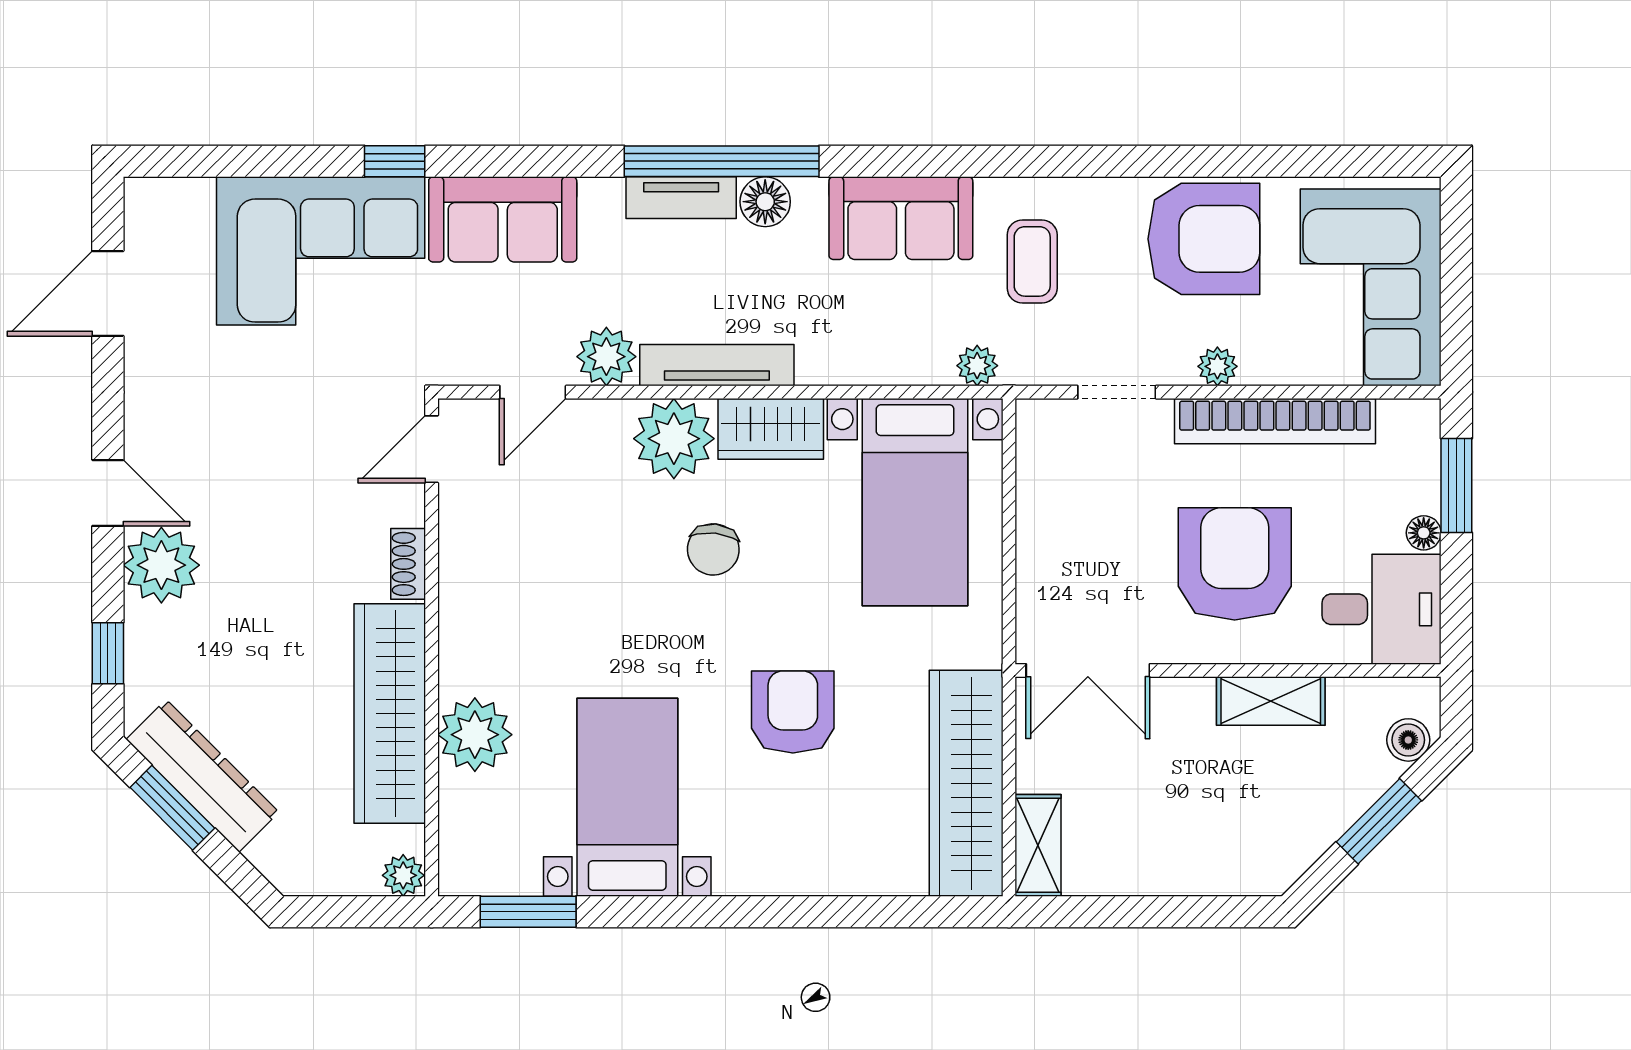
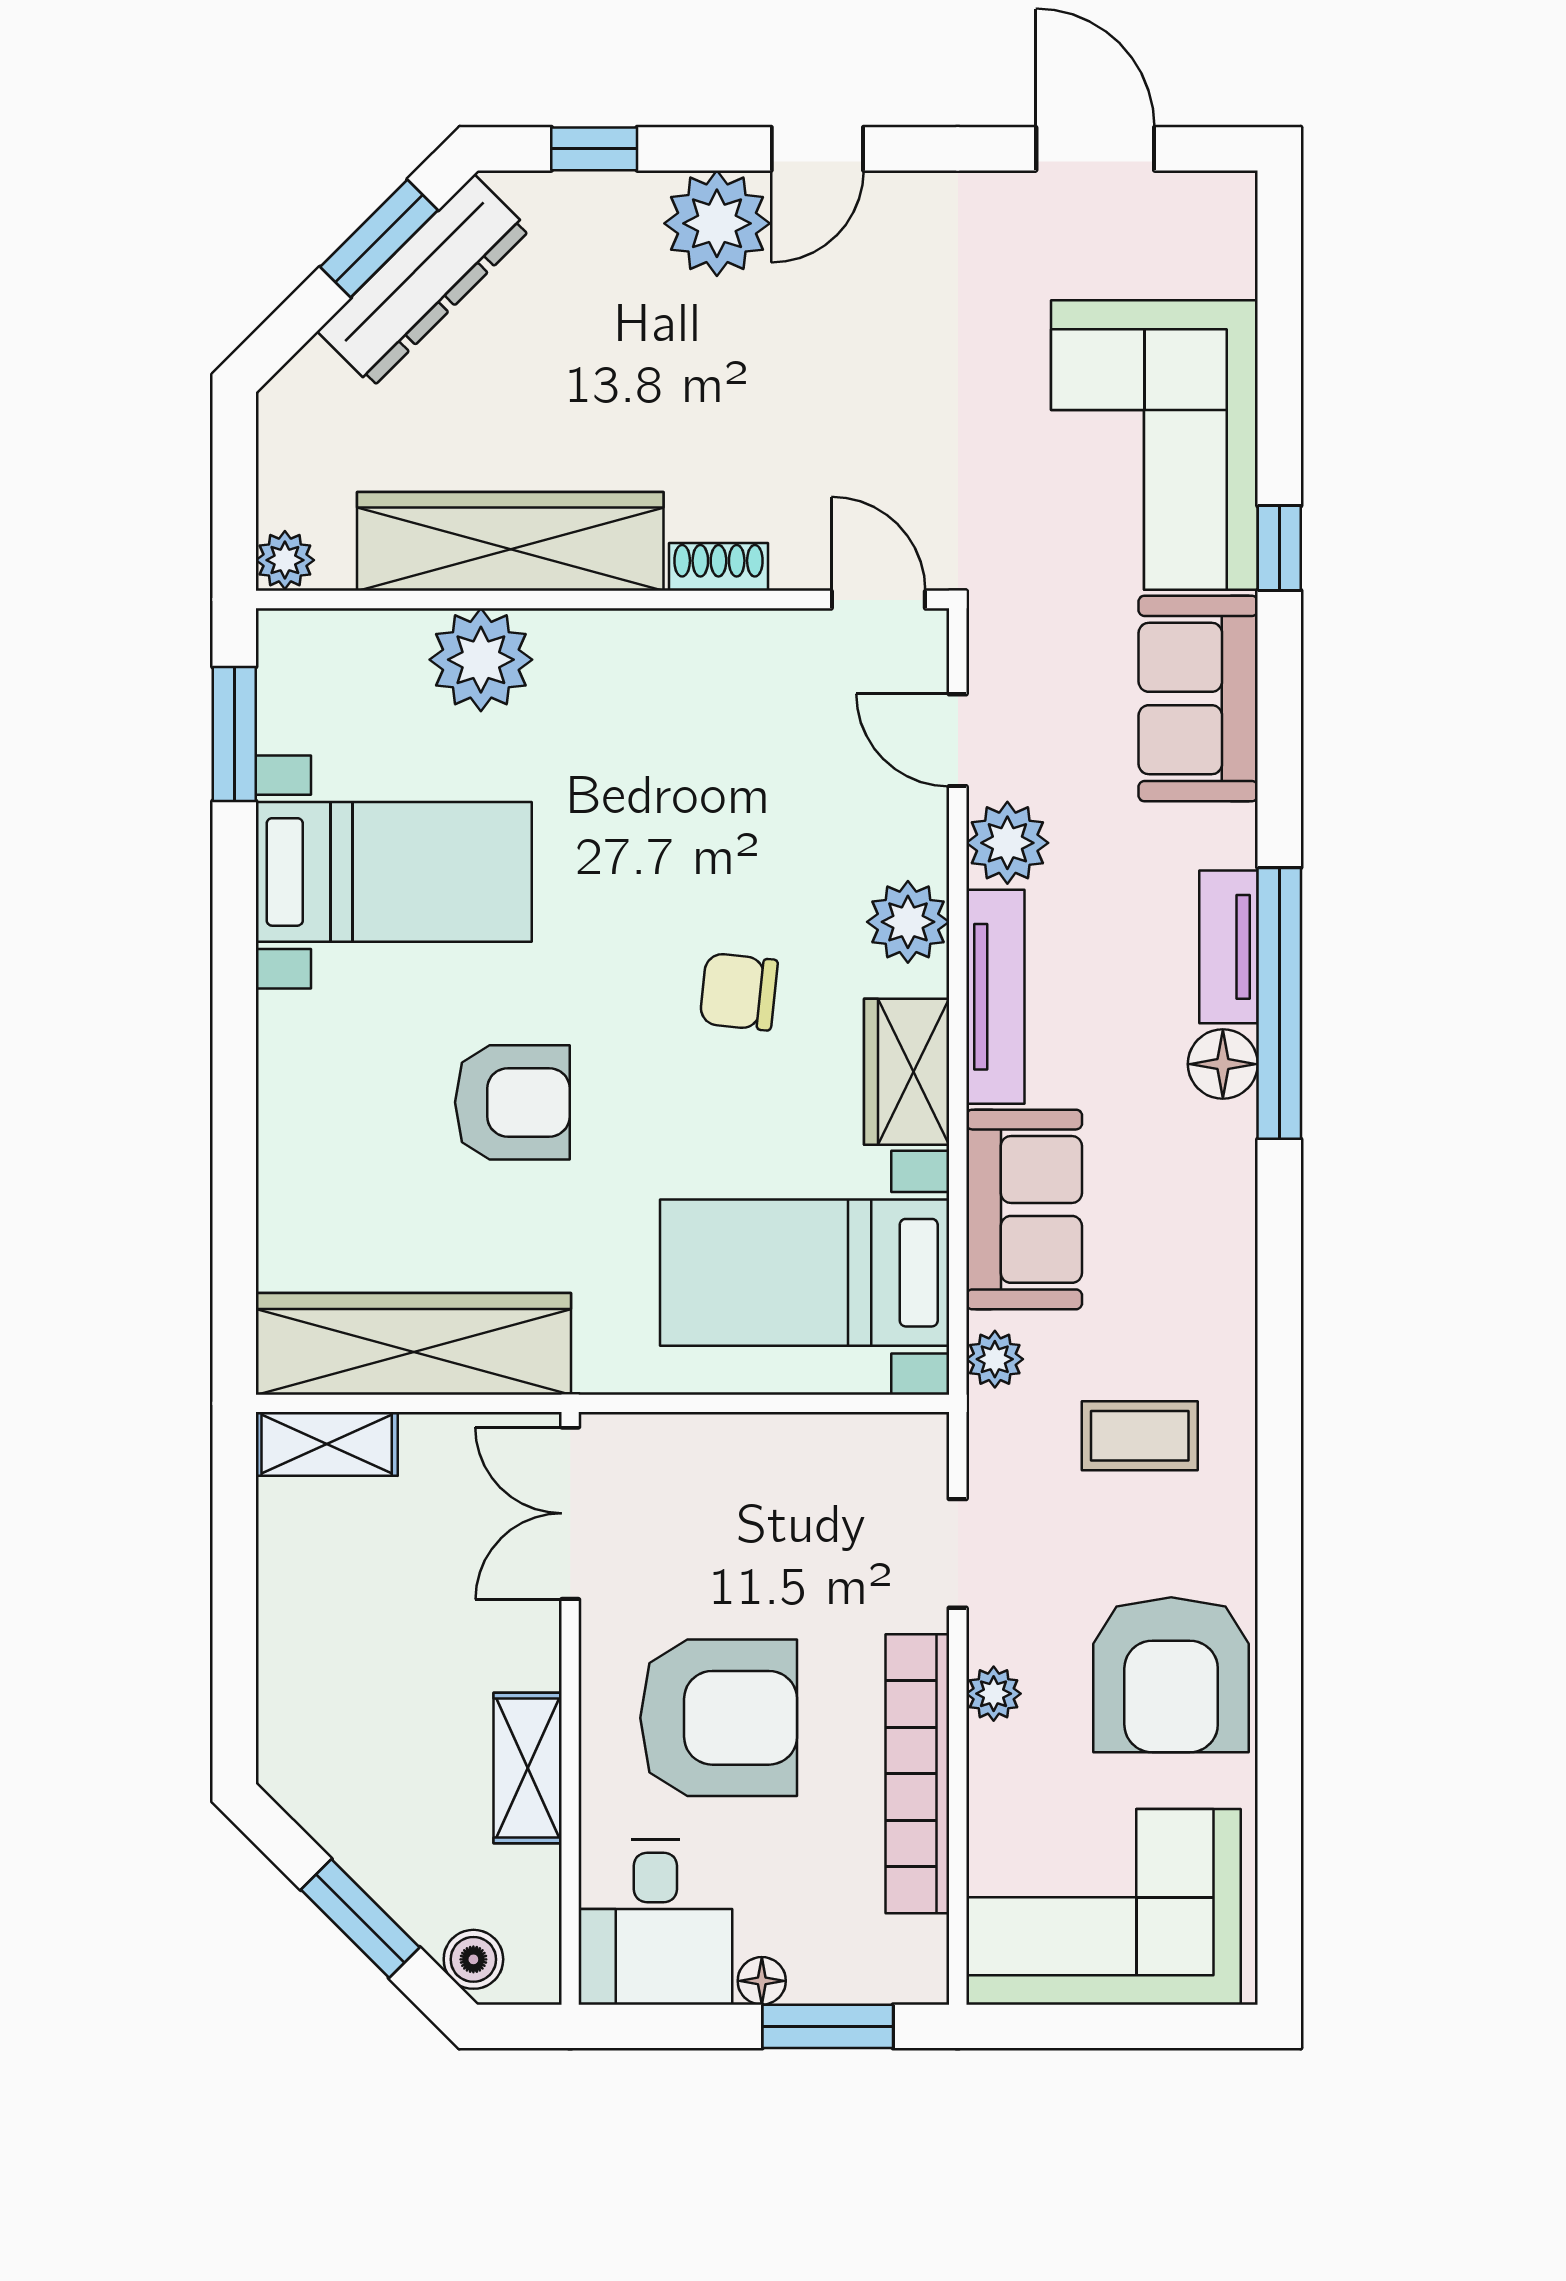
sofa: (901, 218) -> (1024, 1209), moved, turned 180
plant: (674, 439) -> (908, 922), width x0.73, depth x0.73

